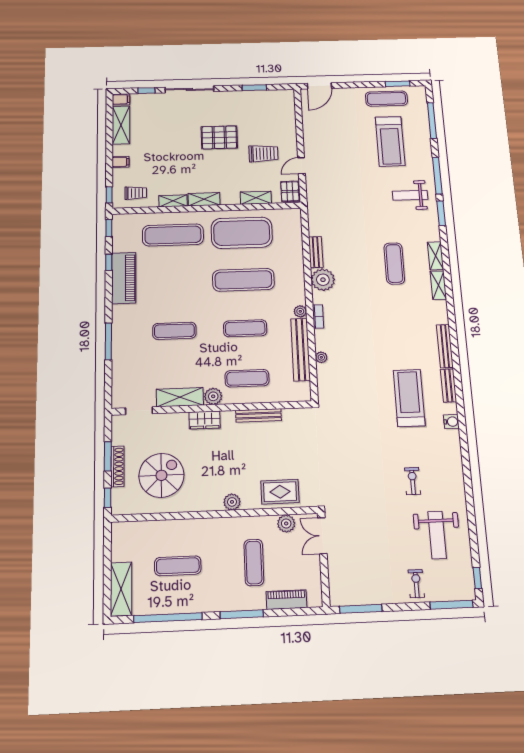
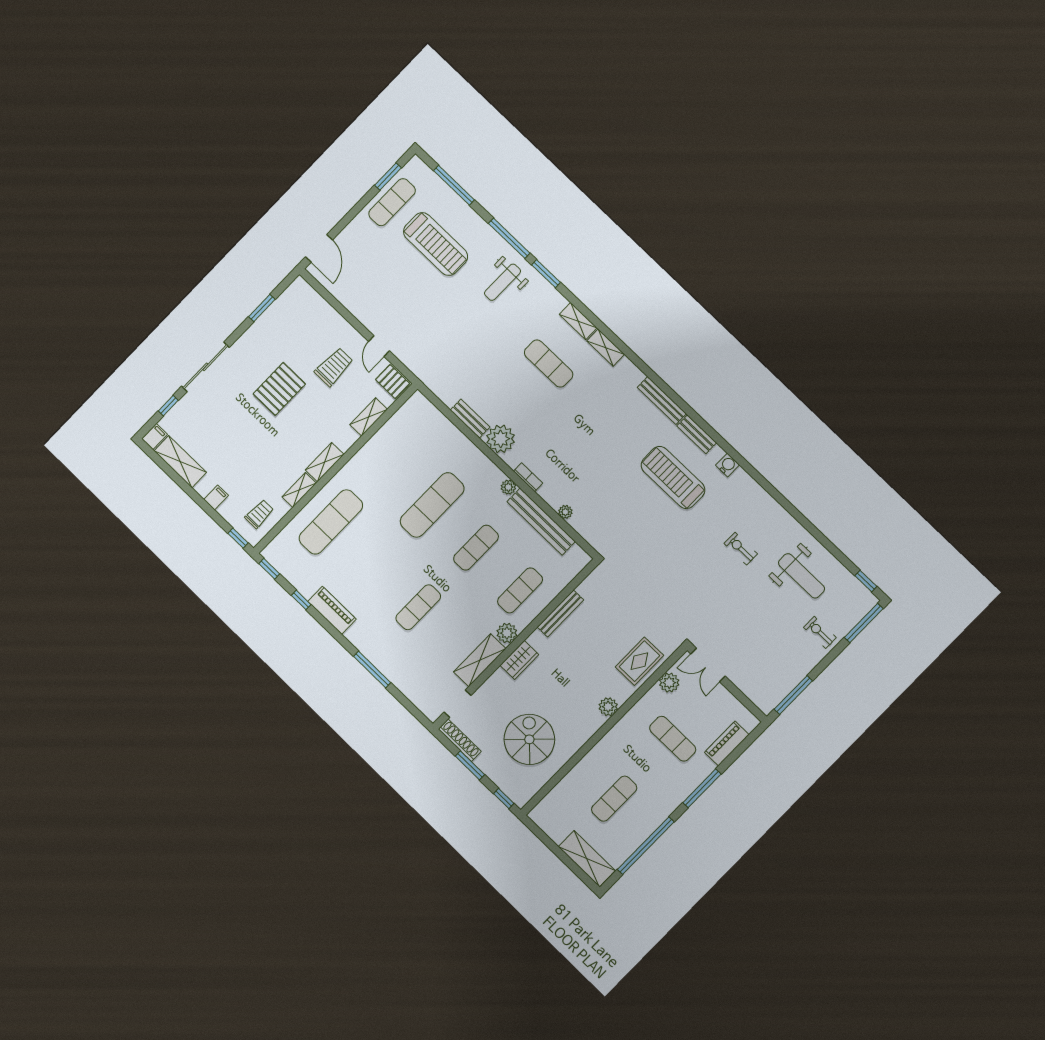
exercise mat: (242, 233) -> (388, 462), removed
piano: (124, 278) -> (332, 610), width x0.73, depth x0.75
shoe rack: (117, 466) -> (460, 740), moved

